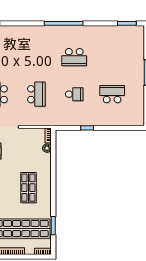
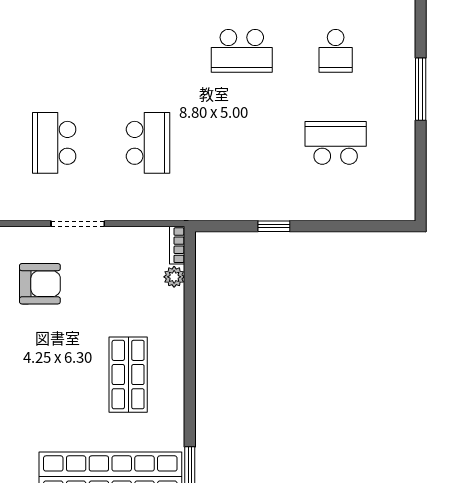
school desk: (74, 94) -> (336, 51), moved, turned 90

